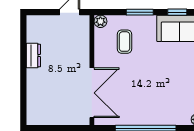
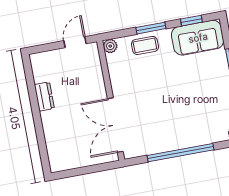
coffee table: (124, 42) -> (145, 45), moved, turned 90
double door: (92, 93) -> (115, 125), swing flipped

